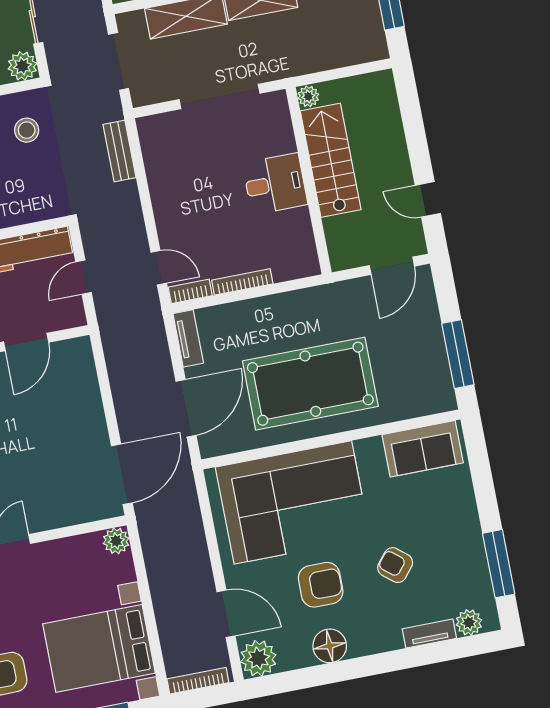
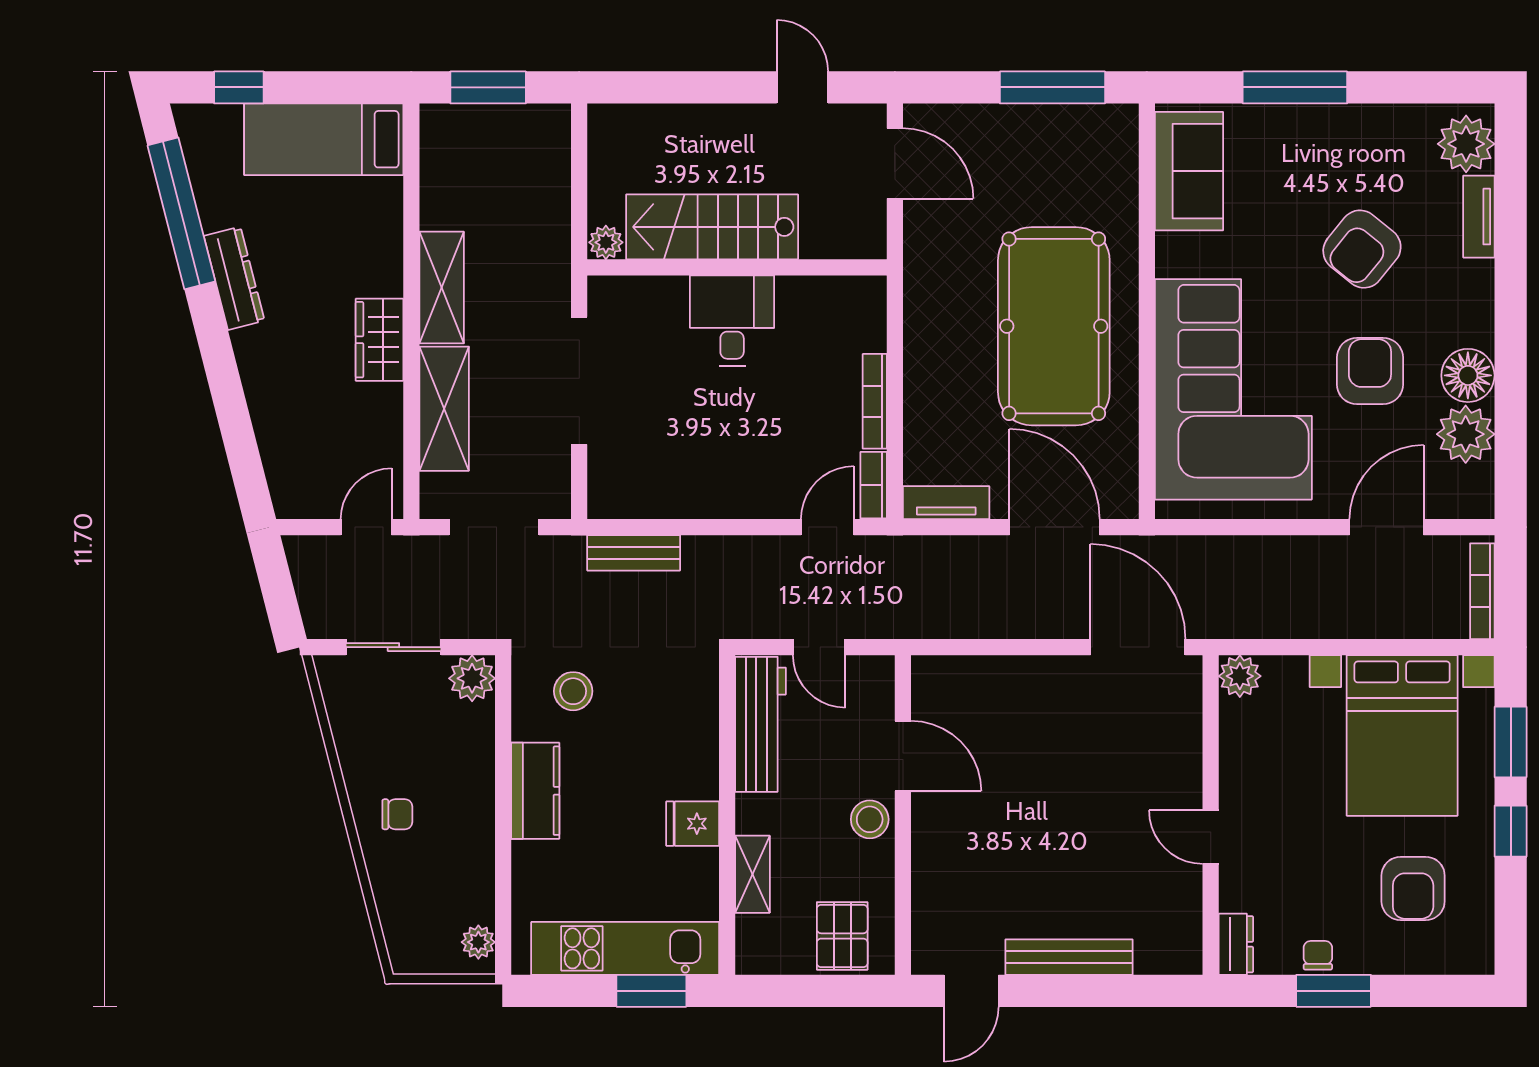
door: (428, 199) -> (802, 87), swing flipped
window: (499, 564) -> (1295, 87), moved
armchair: (395, 565) -> (1362, 249), width x1.38, depth x1.38
plant: (469, 622) -> (1466, 144), width x1.36, depth x1.36
plant: (258, 658) -> (1466, 434), moved

